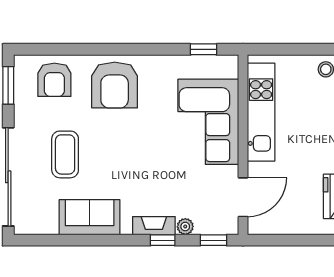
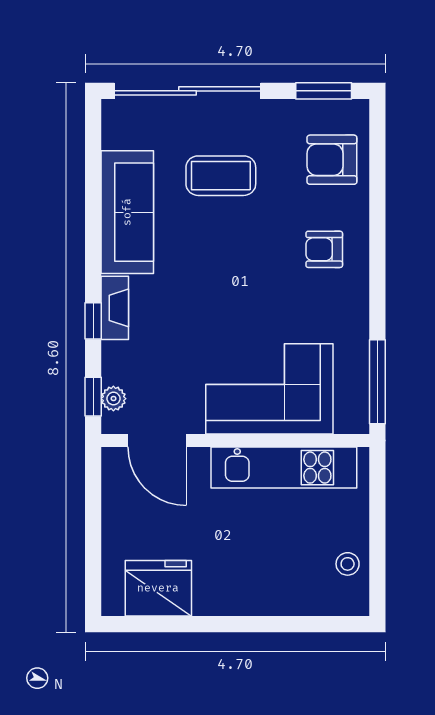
window: (203, 49) -> (377, 382), width x2.17
armchair: (115, 85) -> (324, 249), width x0.53, depth x0.53
sofa: (90, 217) -> (127, 212), width x1.36
plant: (185, 227) -> (113, 399), moved

